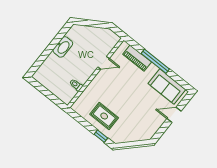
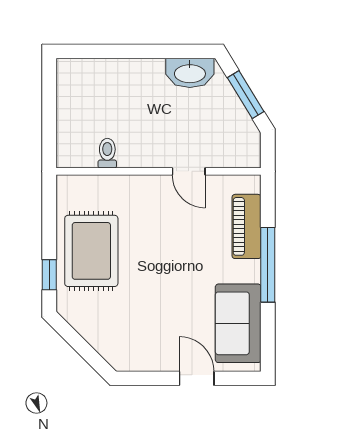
window: (93, 24) -> (246, 95), added
washbasin: (63, 47) -> (190, 73), moved
rug: (104, 116) -> (91, 251), width x1.36, depth x1.43

